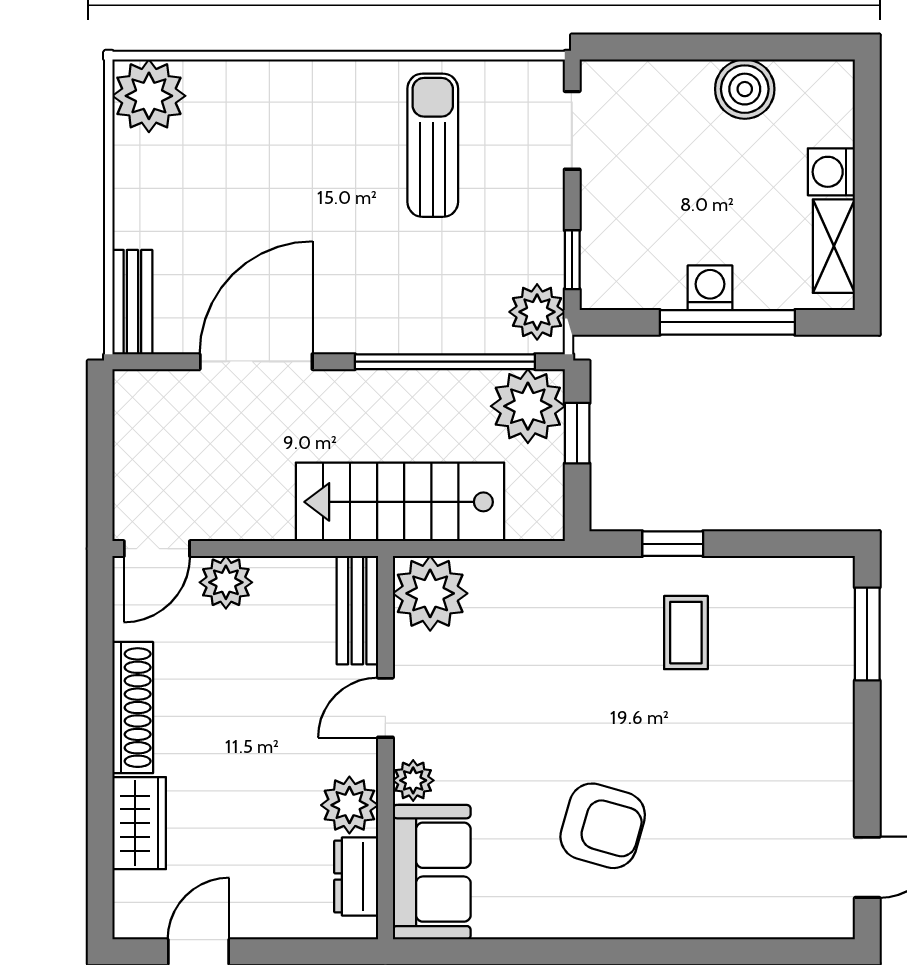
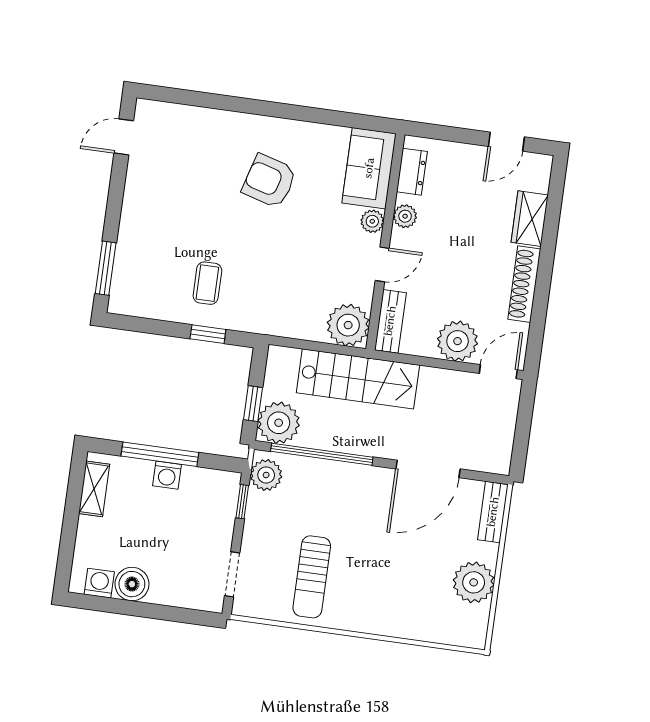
plant: (149, 96) -> (474, 582), moved
washing machine: (831, 172) -> (99, 583), moved, turned -90
plant: (226, 582) -> (458, 341), width x1.36, depth x1.36
plant: (349, 805) -> (405, 216), width x0.73, depth x0.73

